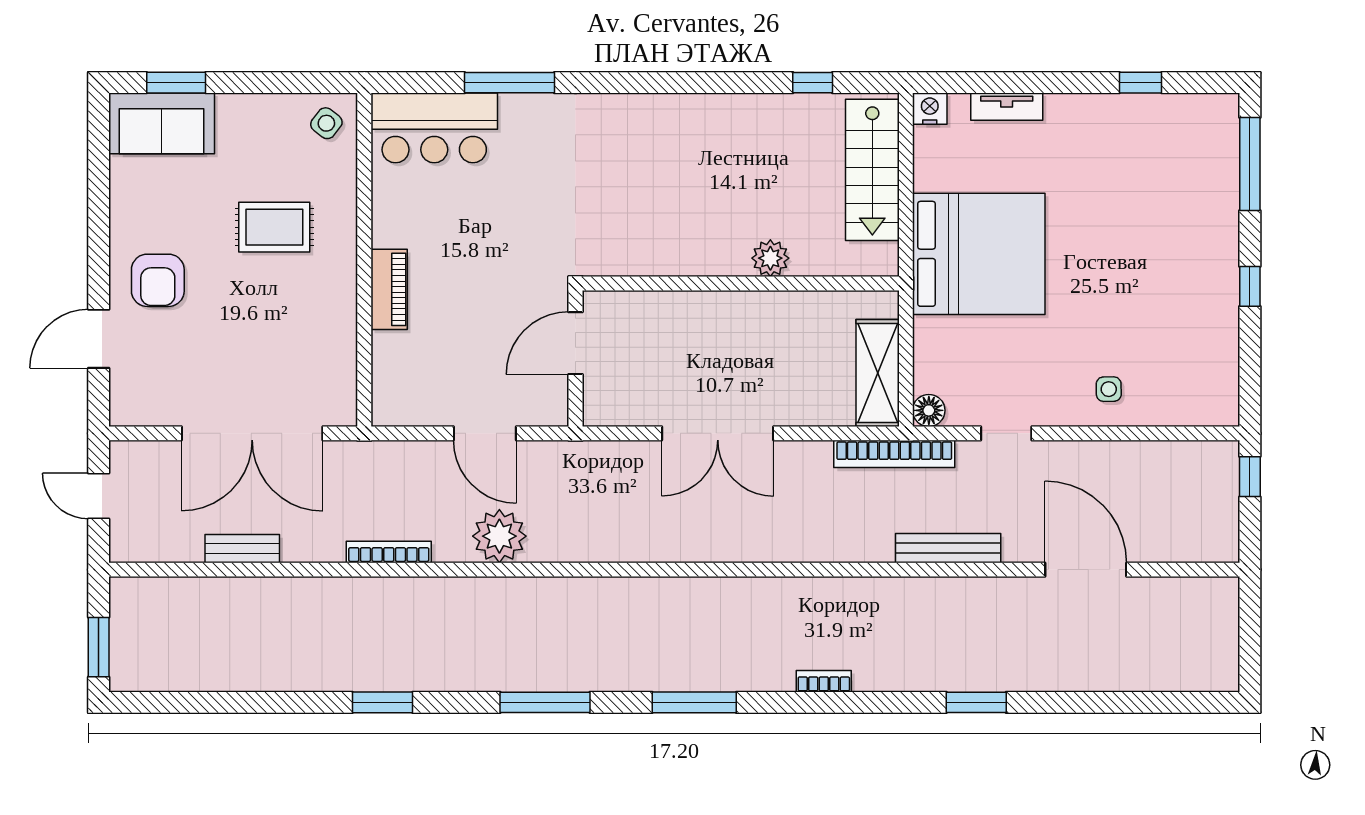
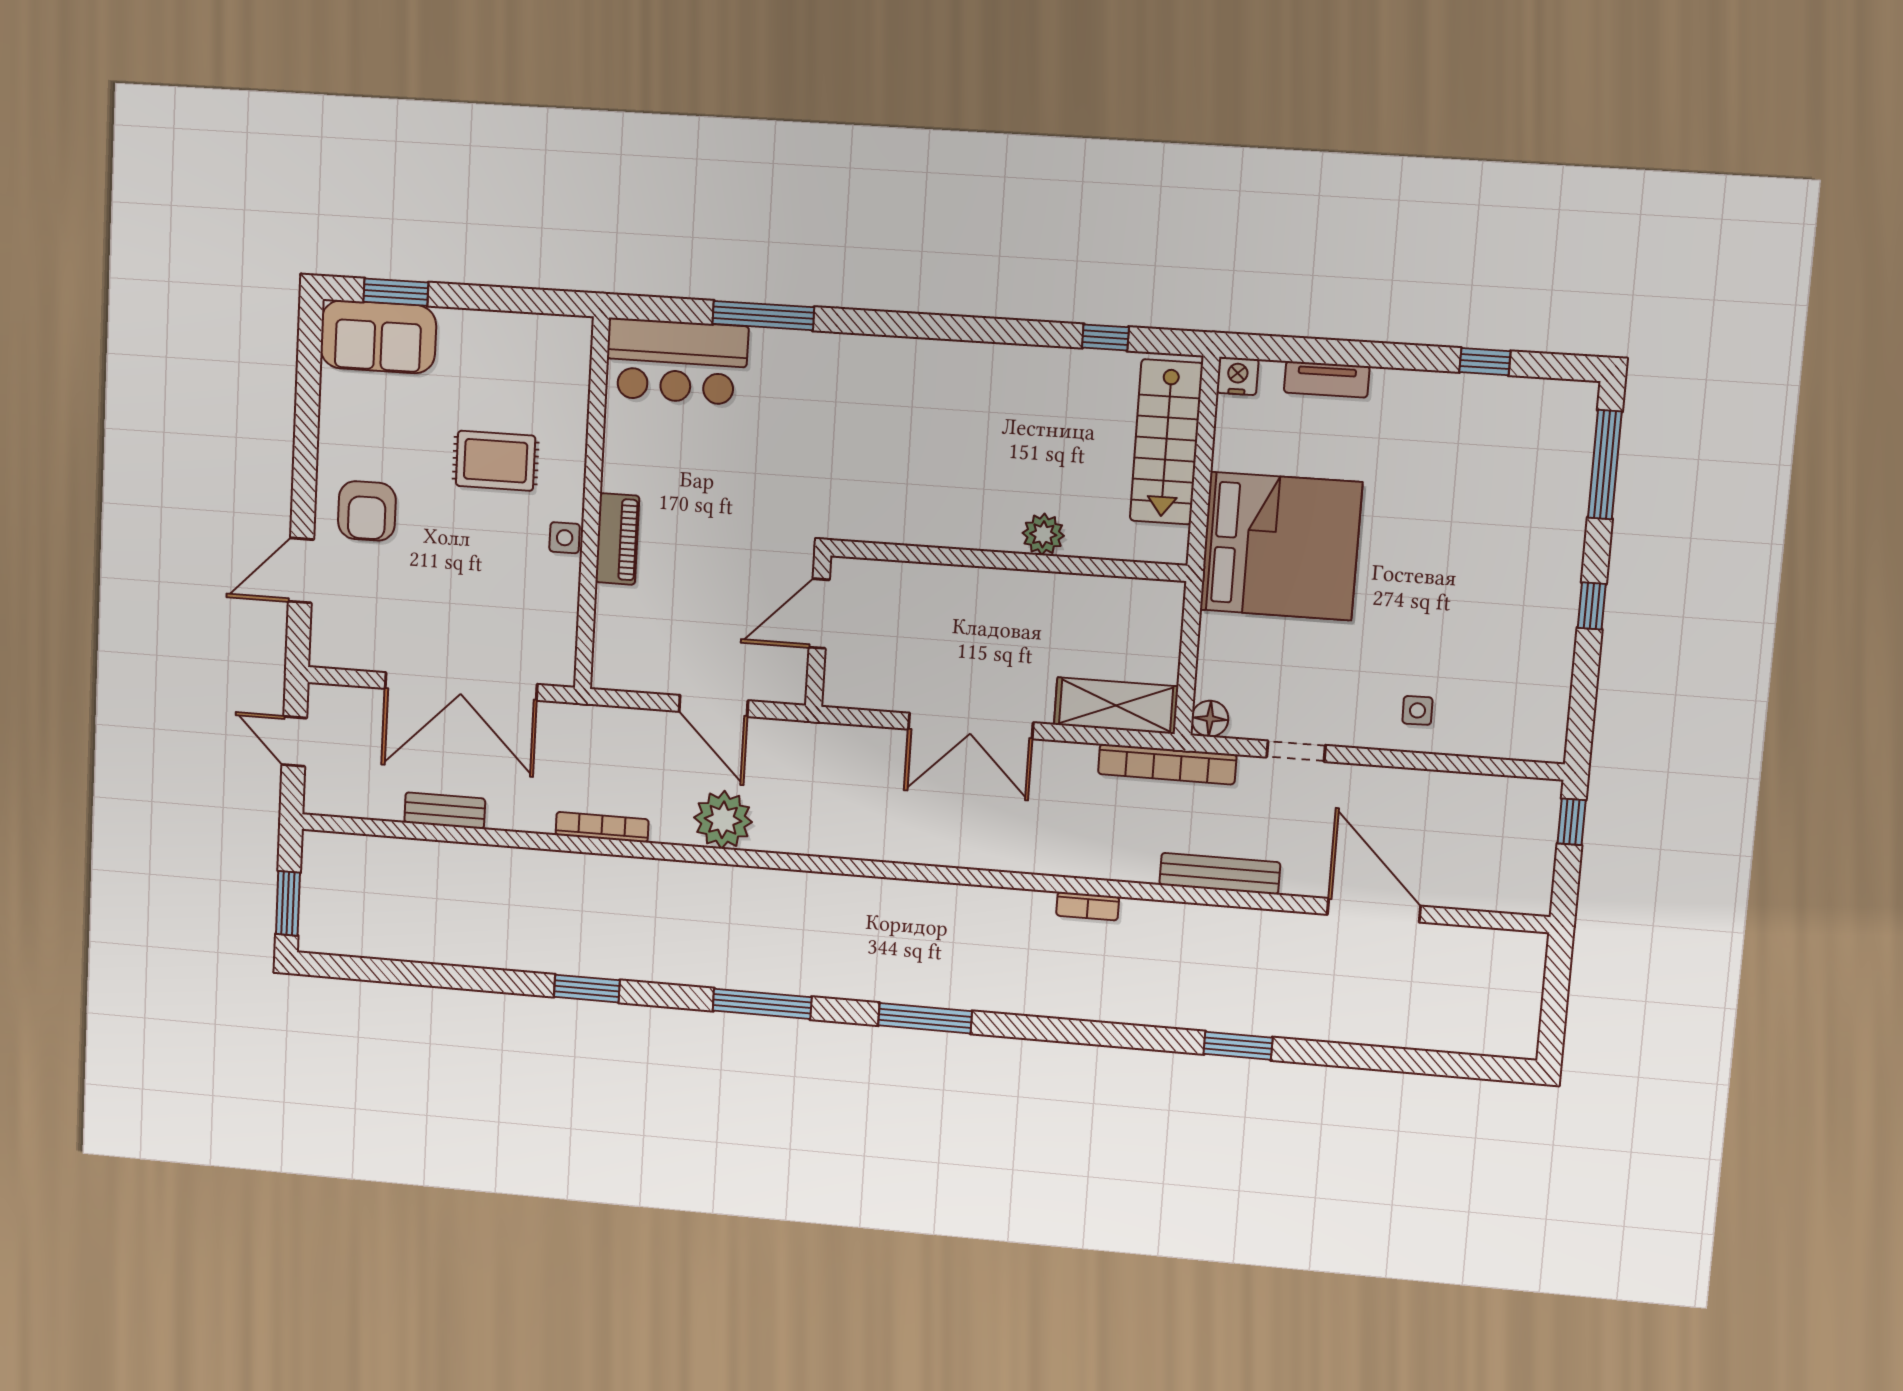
side table: (326, 123) -> (565, 538), moved, turned -38
shelving: (878, 373) -> (1116, 706), moved, turned 90
bookcase: (824, 681) -> (1088, 906), moved, turned 180

